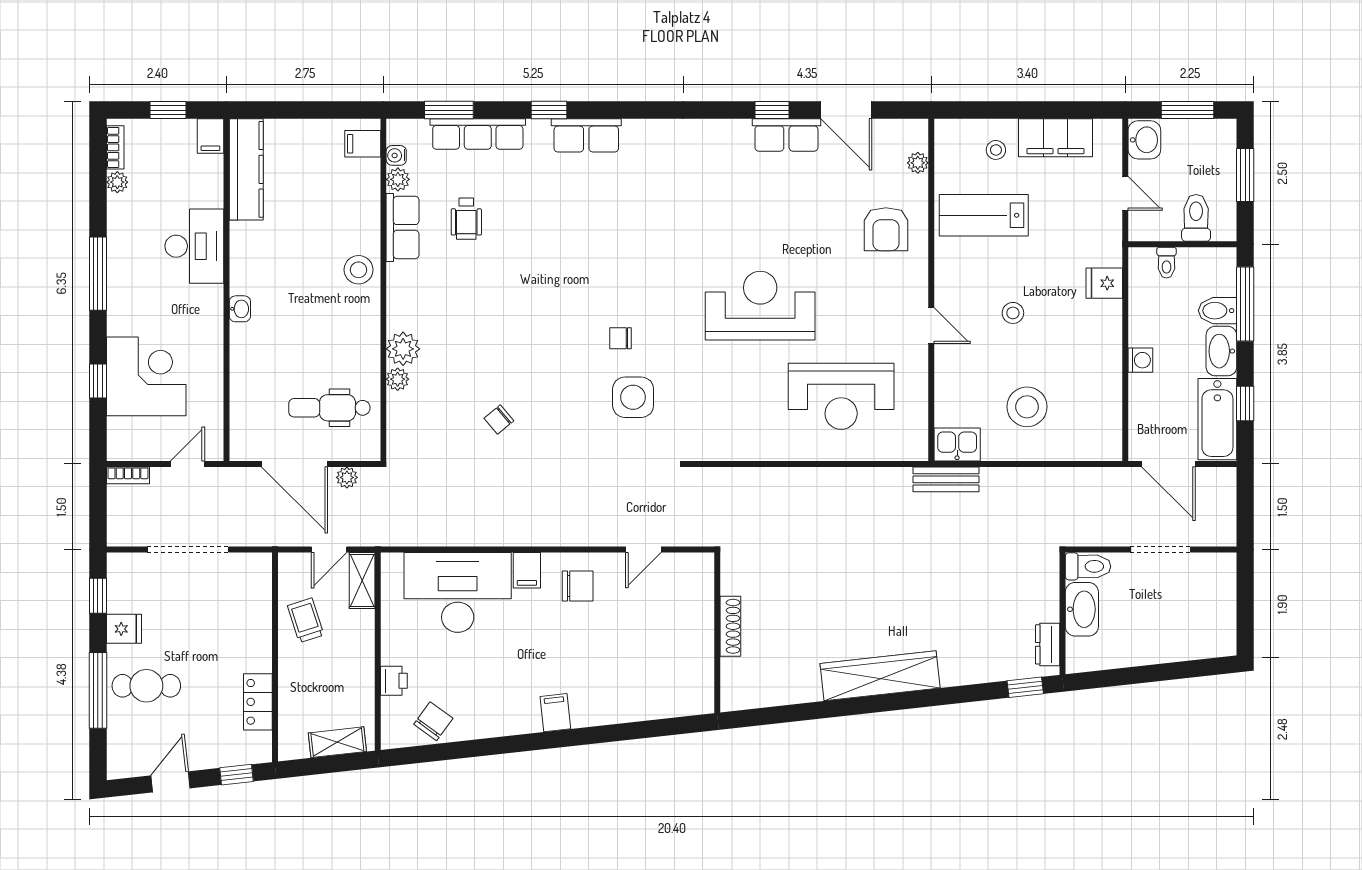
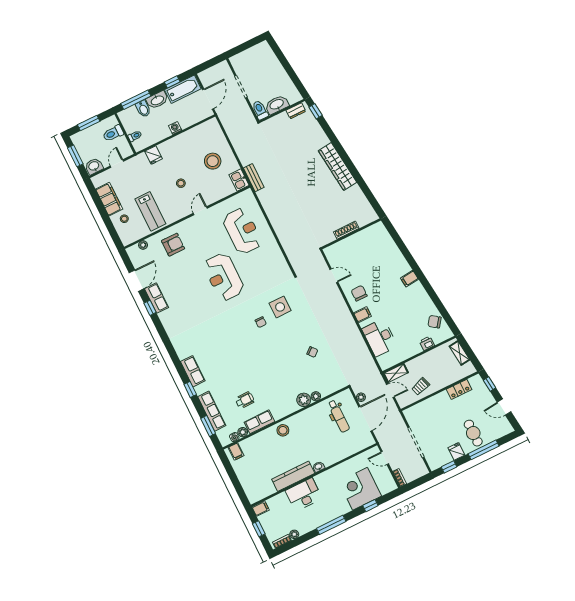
kitchen counter: (246, 169) -> (293, 476), moved
desk: (458, 592) -> (380, 338), width x0.73, depth x0.77

